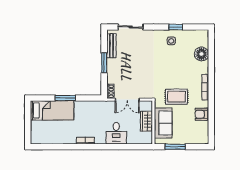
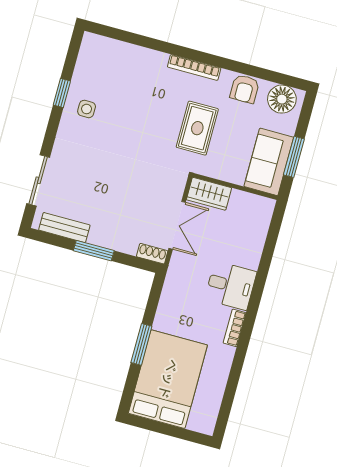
floor lamp: (201, 54) -> (282, 99), moved
bed: (52, 110) -> (168, 379), width x1.50
wardrobe: (146, 121) -> (209, 194), moved
sofa: (163, 123) -> (269, 162), moved, turned -90
desk: (116, 133) -> (231, 286), moved

